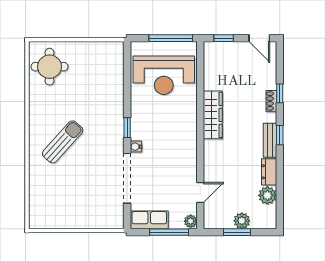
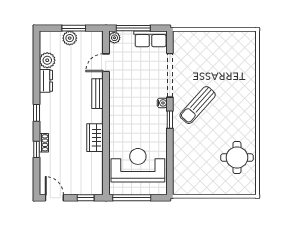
round table: (50, 67) -> (237, 158), moved
wardrobe: (213, 115) -> (95, 138), width x0.67
bench: (270, 140) -> (97, 94), moved
sun lounger: (63, 142) -> (198, 105), moved

